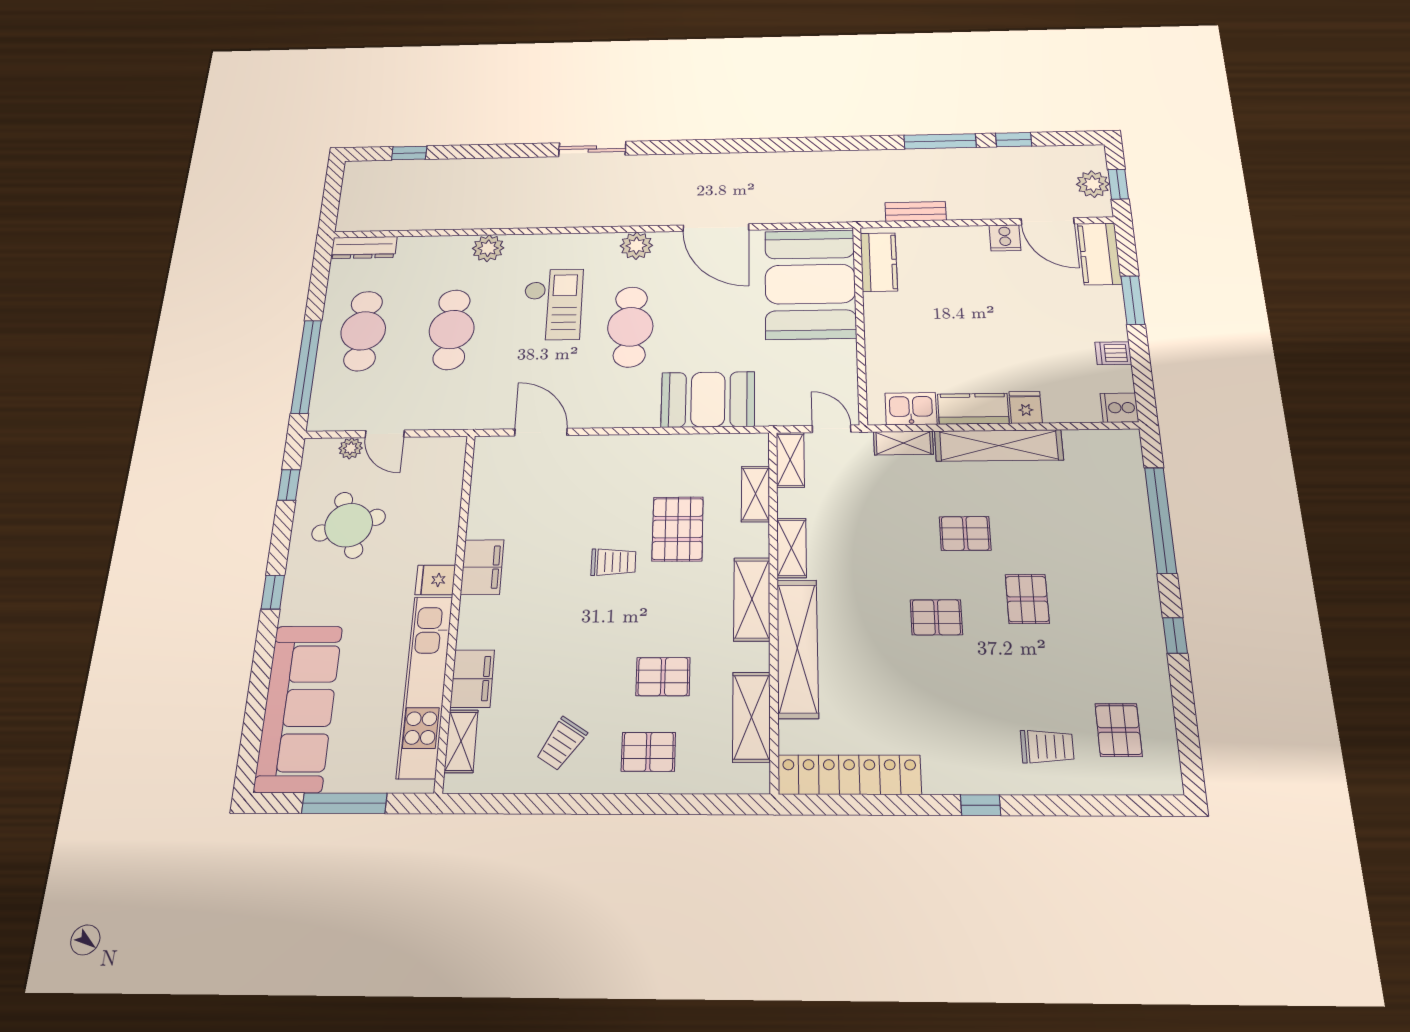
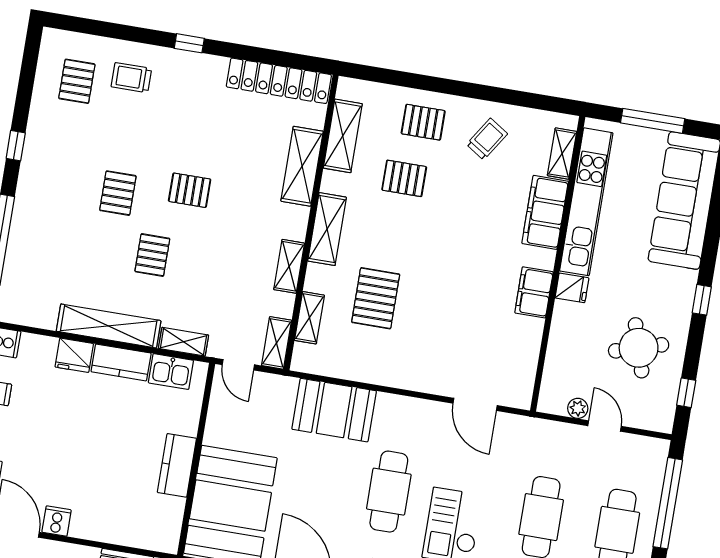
kitchen counter: (879, 262) -> (177, 465), moved
fridge: (1026, 407) -> (74, 355), width x1.38
plant: (351, 448) -> (578, 408), moved
pallet: (965, 533) -> (152, 255), turned 90
trolley: (613, 562) -> (430, 279), removed
shelving: (797, 648) -> (302, 166), width x0.68
filing cabinet: (472, 679) -> (545, 212), width x1.50, depth x1.17

